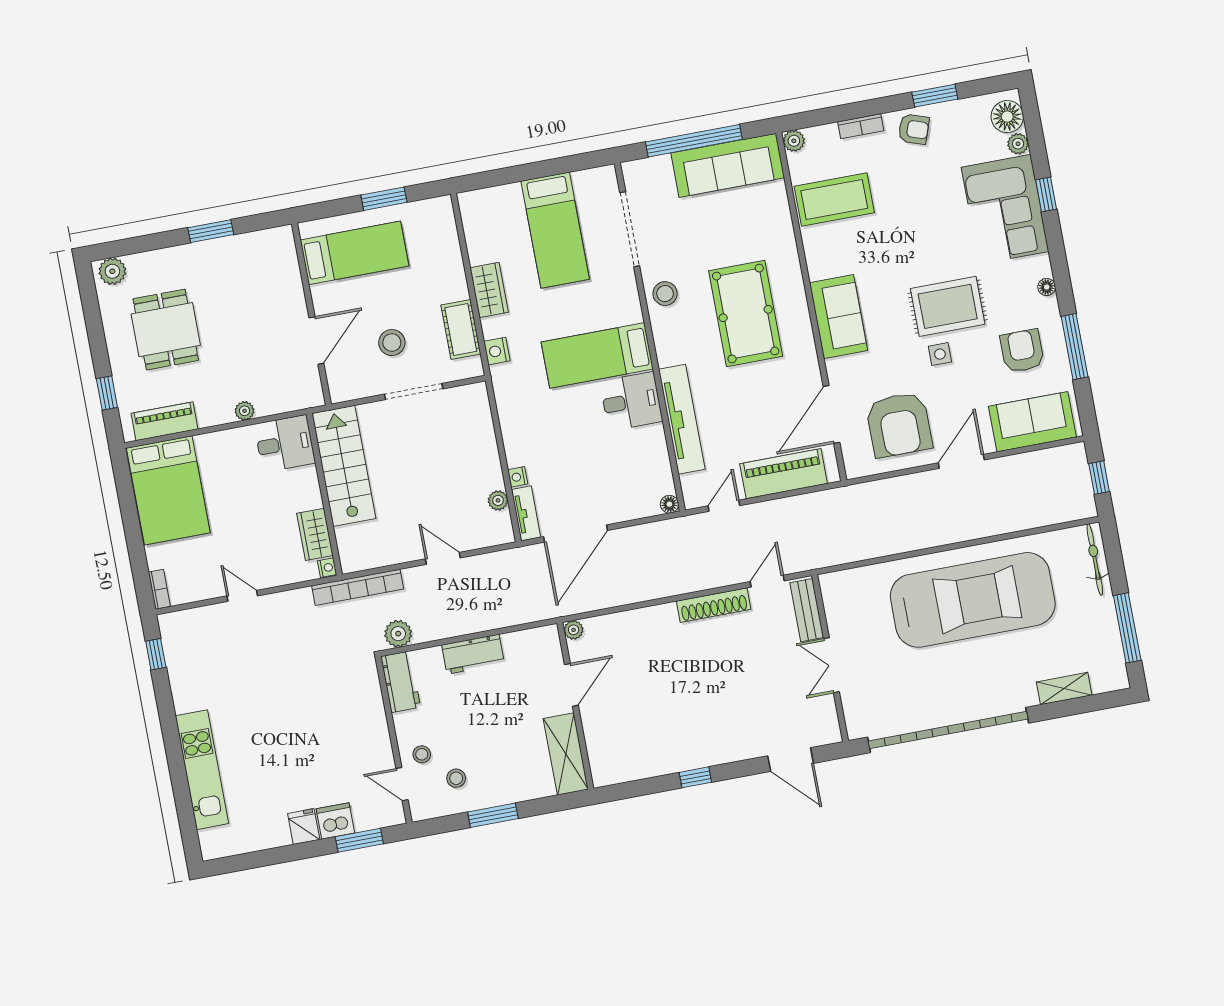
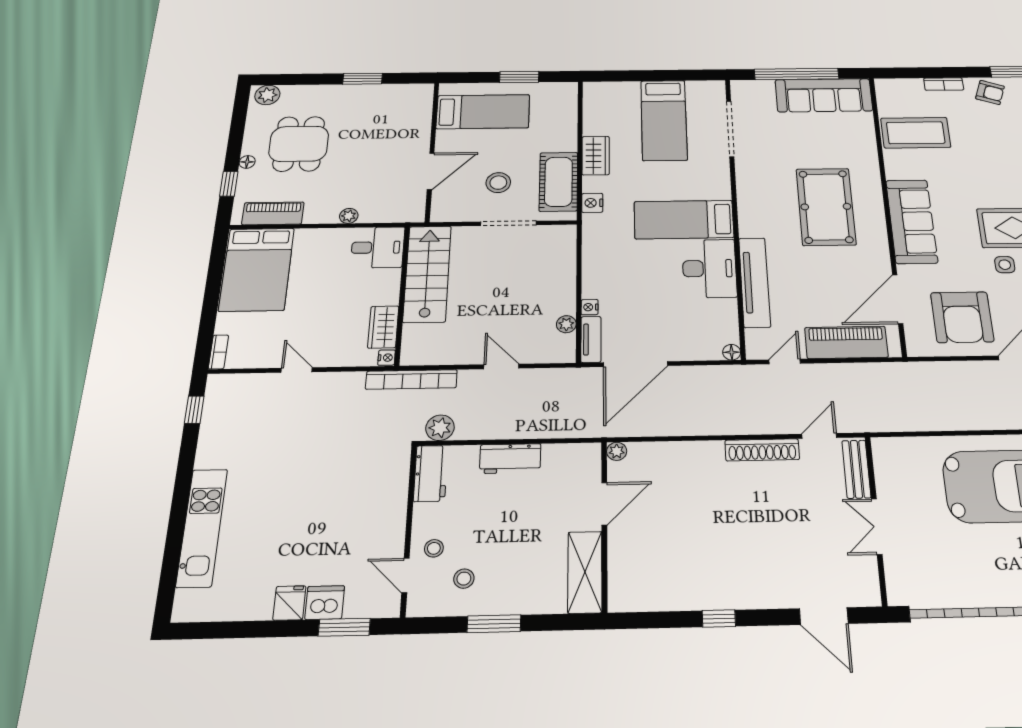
plant: (794, 141) -> (884, 86), removed
stool: (665, 294) -> (754, 181), removed
sofa: (839, 317) -> (912, 221), width x1.36
cot: (461, 330) -> (558, 182), width x1.37, depth x1.34
floor lamp: (118, 362) -> (247, 162), added
desk: (631, 401) -> (709, 268), width x1.37

